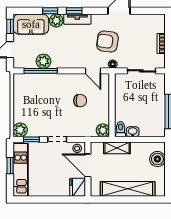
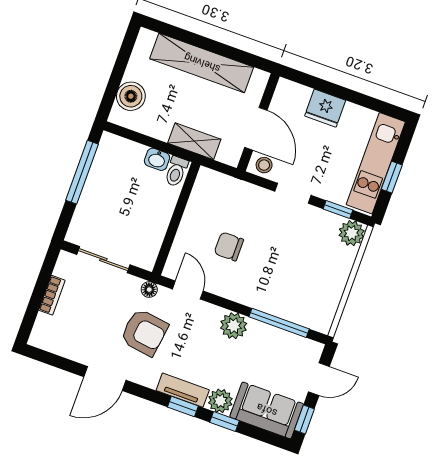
plant: (44, 61) -> (234, 326), moved
plant: (103, 130) -> (208, 181), removed
fridge: (78, 187) -> (325, 108), moved, turned 90

